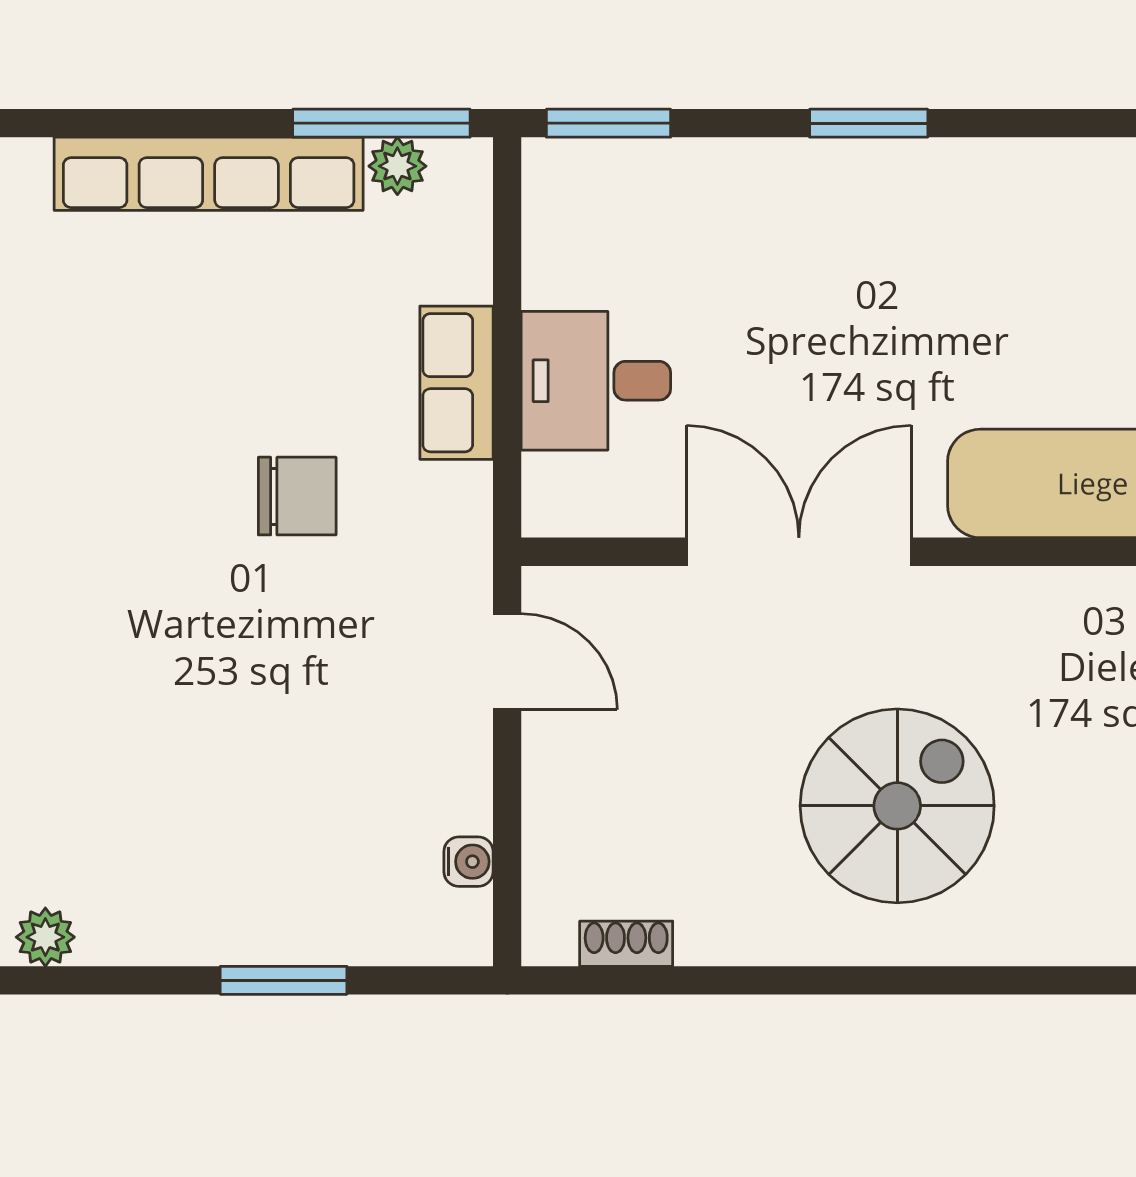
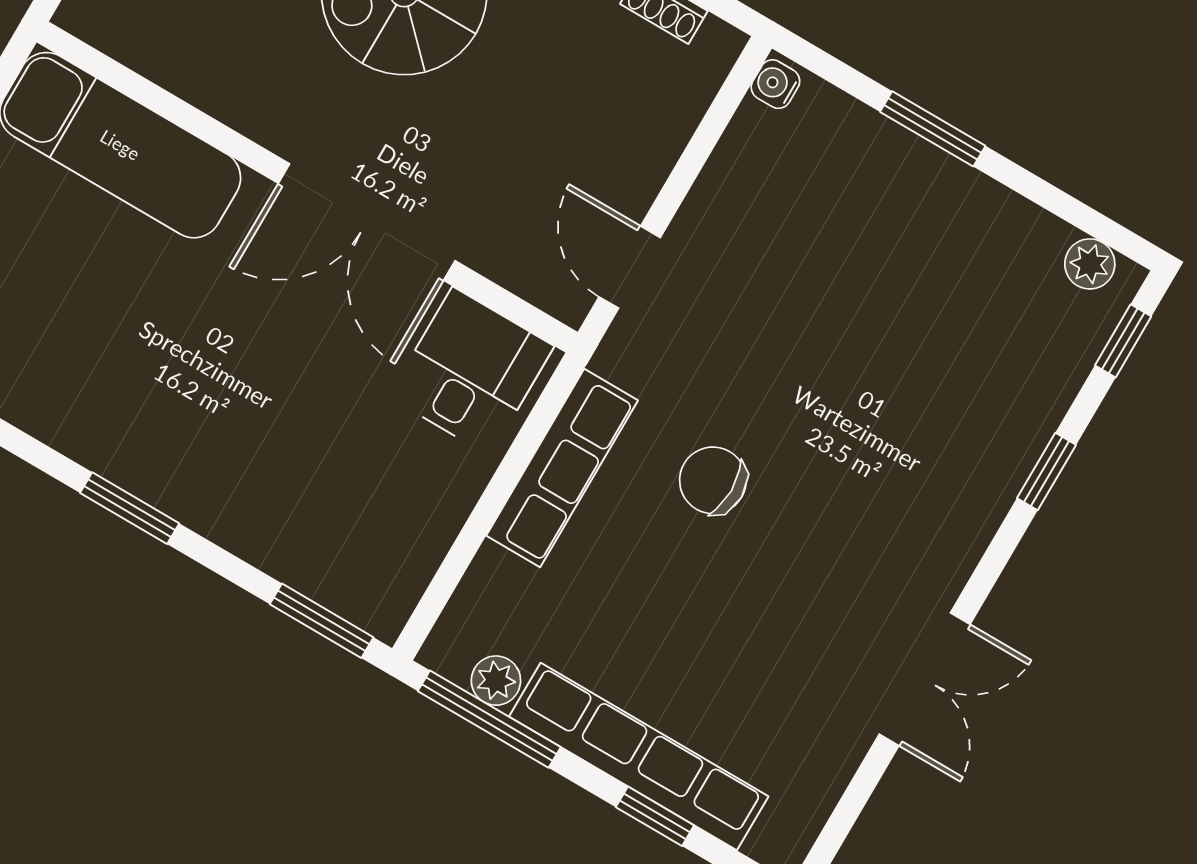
window: (157, 123) -> (655, 816), added
desk: (596, 381) -> (471, 371), moved, turned -90
row of seats: (456, 383) -> (562, 468), width x1.48
water cooler: (468, 862) -> (775, 84), moved

